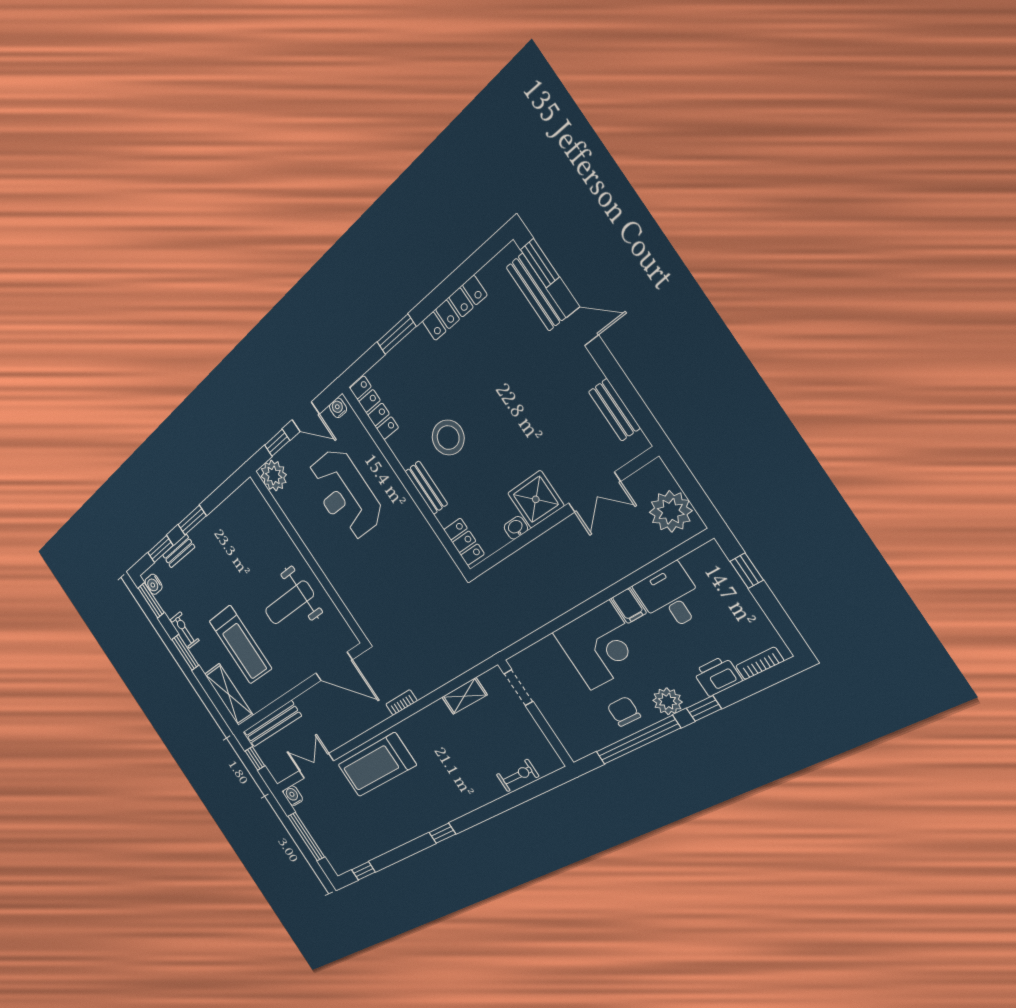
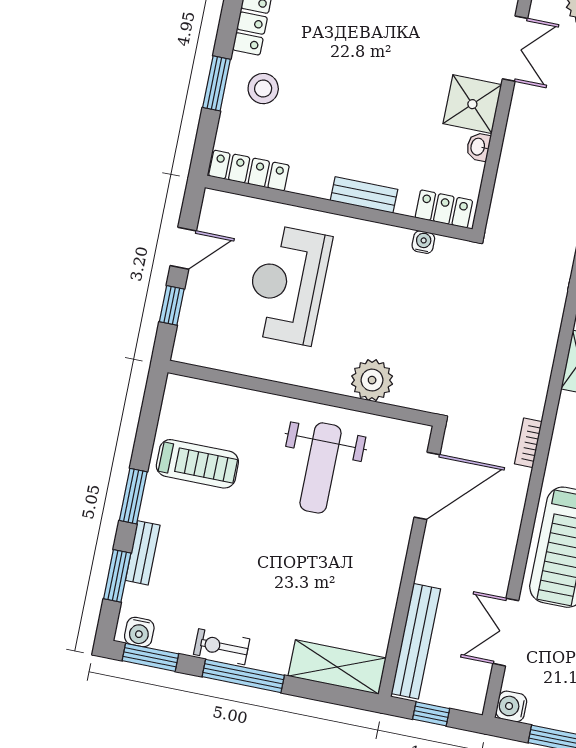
water cooler: (338, 408) -> (423, 242), moved, turned 90
stool: (448, 438) -> (263, 89), moved, width x0.73, depth x0.73
plant: (274, 476) -> (372, 380), moved
reception desk: (345, 494) -> (288, 285), turned 90
treadmill: (240, 645) -> (197, 464), moved, width x0.73, depth x0.73
window: (185, 652) -> (243, 676), width x1.44

